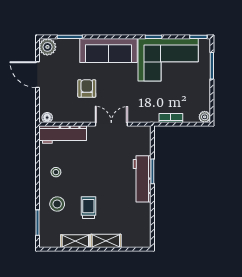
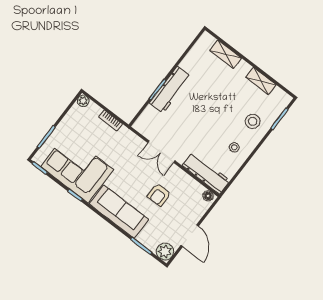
trolley: (88, 208) -> (230, 100), removed
shelving: (106, 241) -> (226, 54), moved

